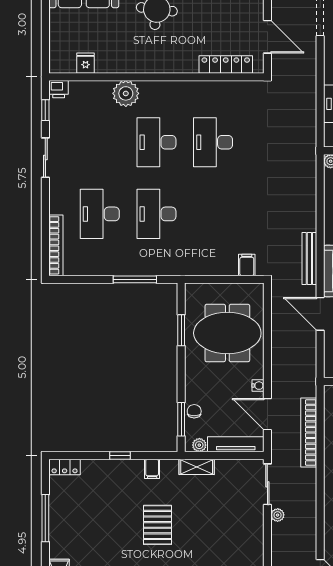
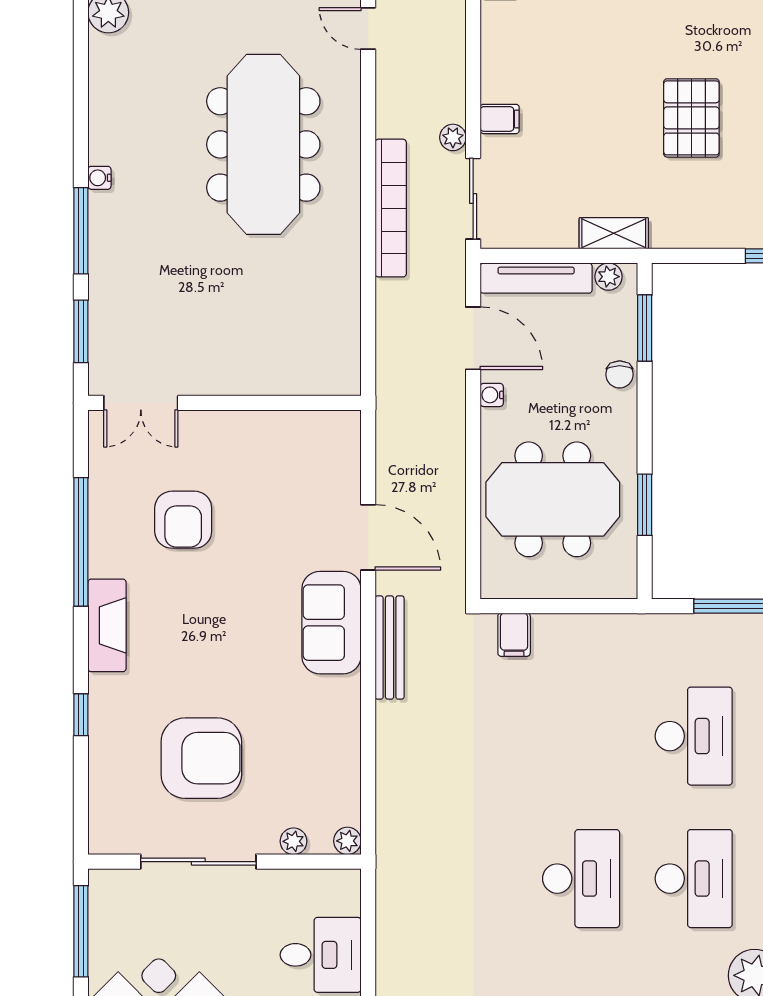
chair: (194, 411) -> (620, 374), moved
bookcase: (309, 432) -> (391, 208), moved
filing cabinet: (152, 469) -> (500, 119), moved, turned 90

